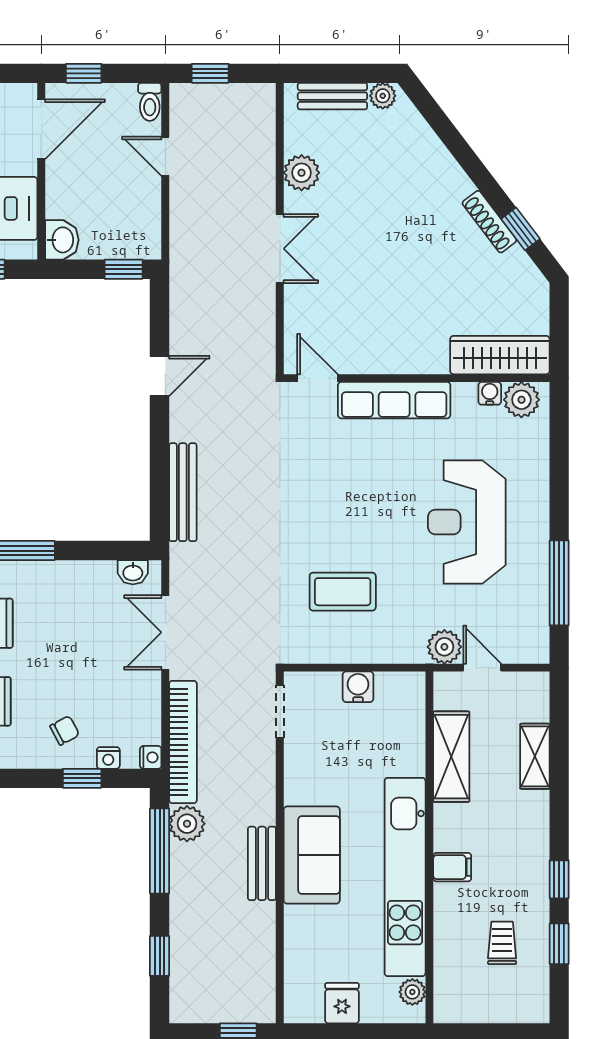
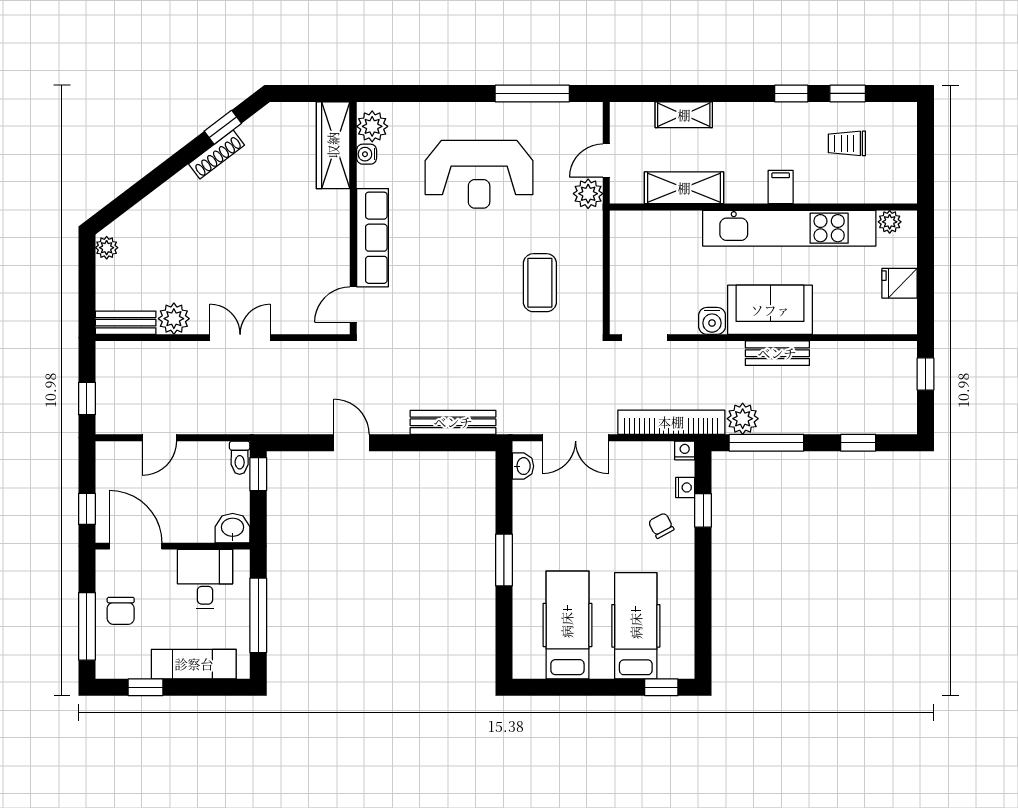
bench: (332, 96) -> (126, 323), moved, turned 90
toilet: (150, 102) -> (240, 458), moved, turned 90
water cooler: (358, 687) -> (712, 321), moved, turned -90

